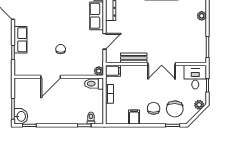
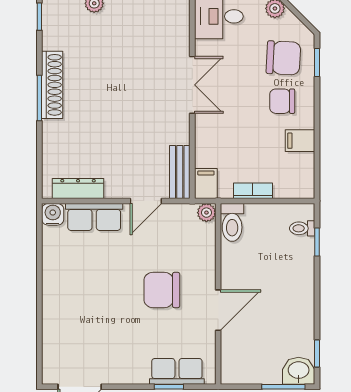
row of seats: (21, 40) -> (177, 371), moved
door: (104, 41) -> (146, 201), swing flipped
chair: (61, 49) -> (162, 290), width x1.87, depth x1.87
bench: (134, 58) -> (180, 172), moved
door: (51, 77) -> (218, 310), hinge flipped

